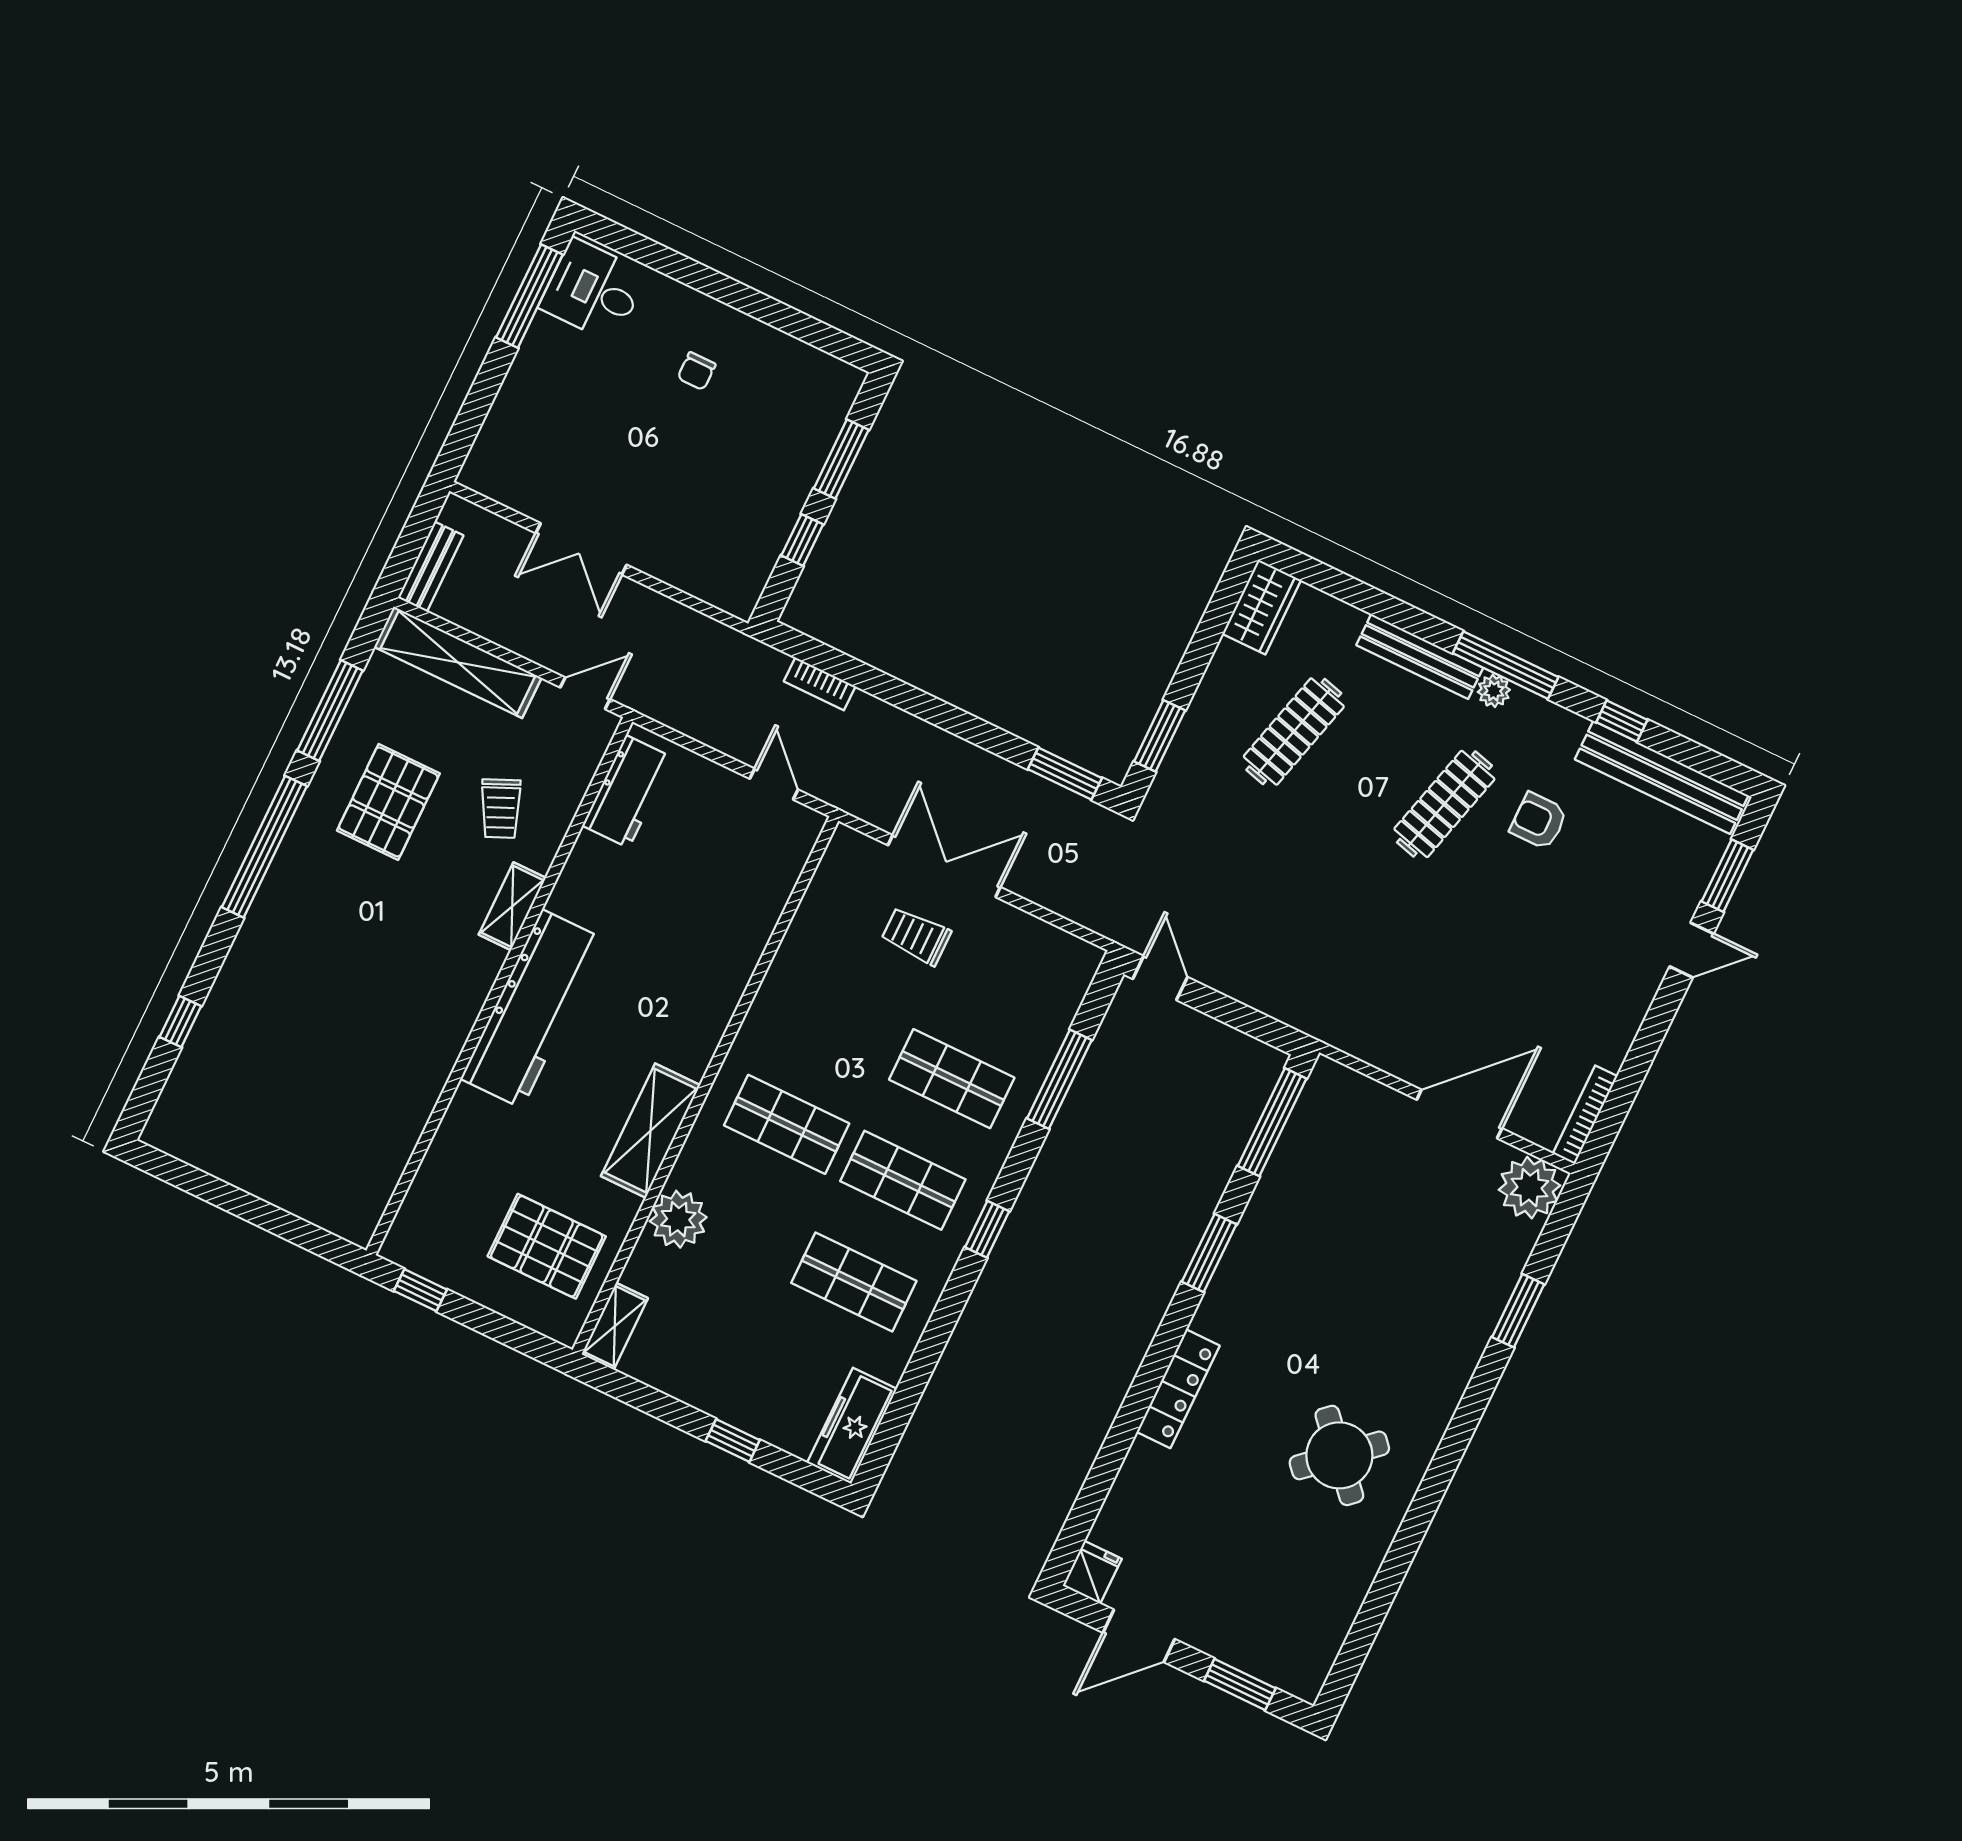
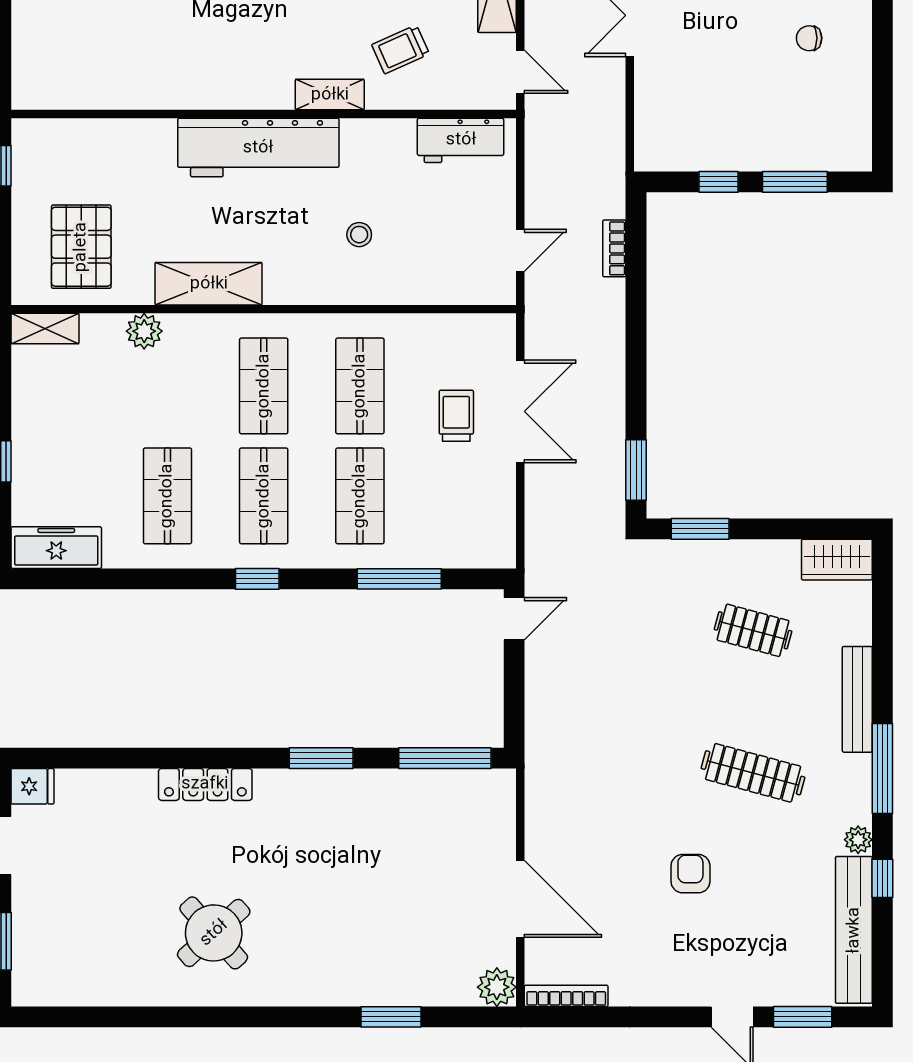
plant: (1494, 691) -> (858, 840), moved
clothes rail: (1294, 731) -> (753, 630), width x0.73
armchair: (1539, 821) -> (690, 874), moved
stool: (675, 946) -> (359, 235), added
shop shelf: (836, 1023) -> (360, 386), added
plant: (1530, 1188) -> (497, 987), width x0.73, depth x0.73
plant: (678, 1219) -> (144, 331), width x0.73, depth x0.73

